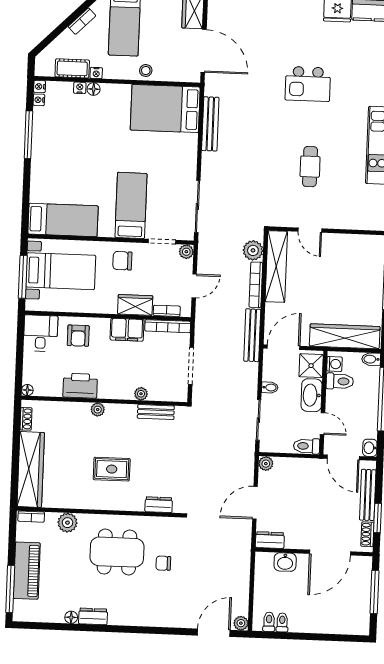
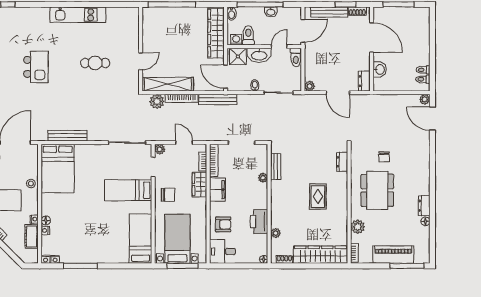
chair: (122, 261) -> (168, 195), turned -90
plant: (98, 410) -> (276, 233), moved
washbasin: (370, 448) -> (271, 12), moved

